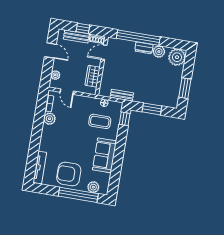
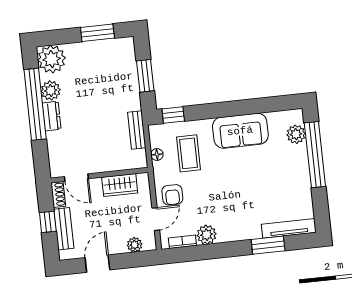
window: (138, 38) -> (35, 104), moved
window: (33, 153) -> (268, 245), added
armchair: (69, 174) -> (172, 195), moved, width x0.53, depth x0.53

